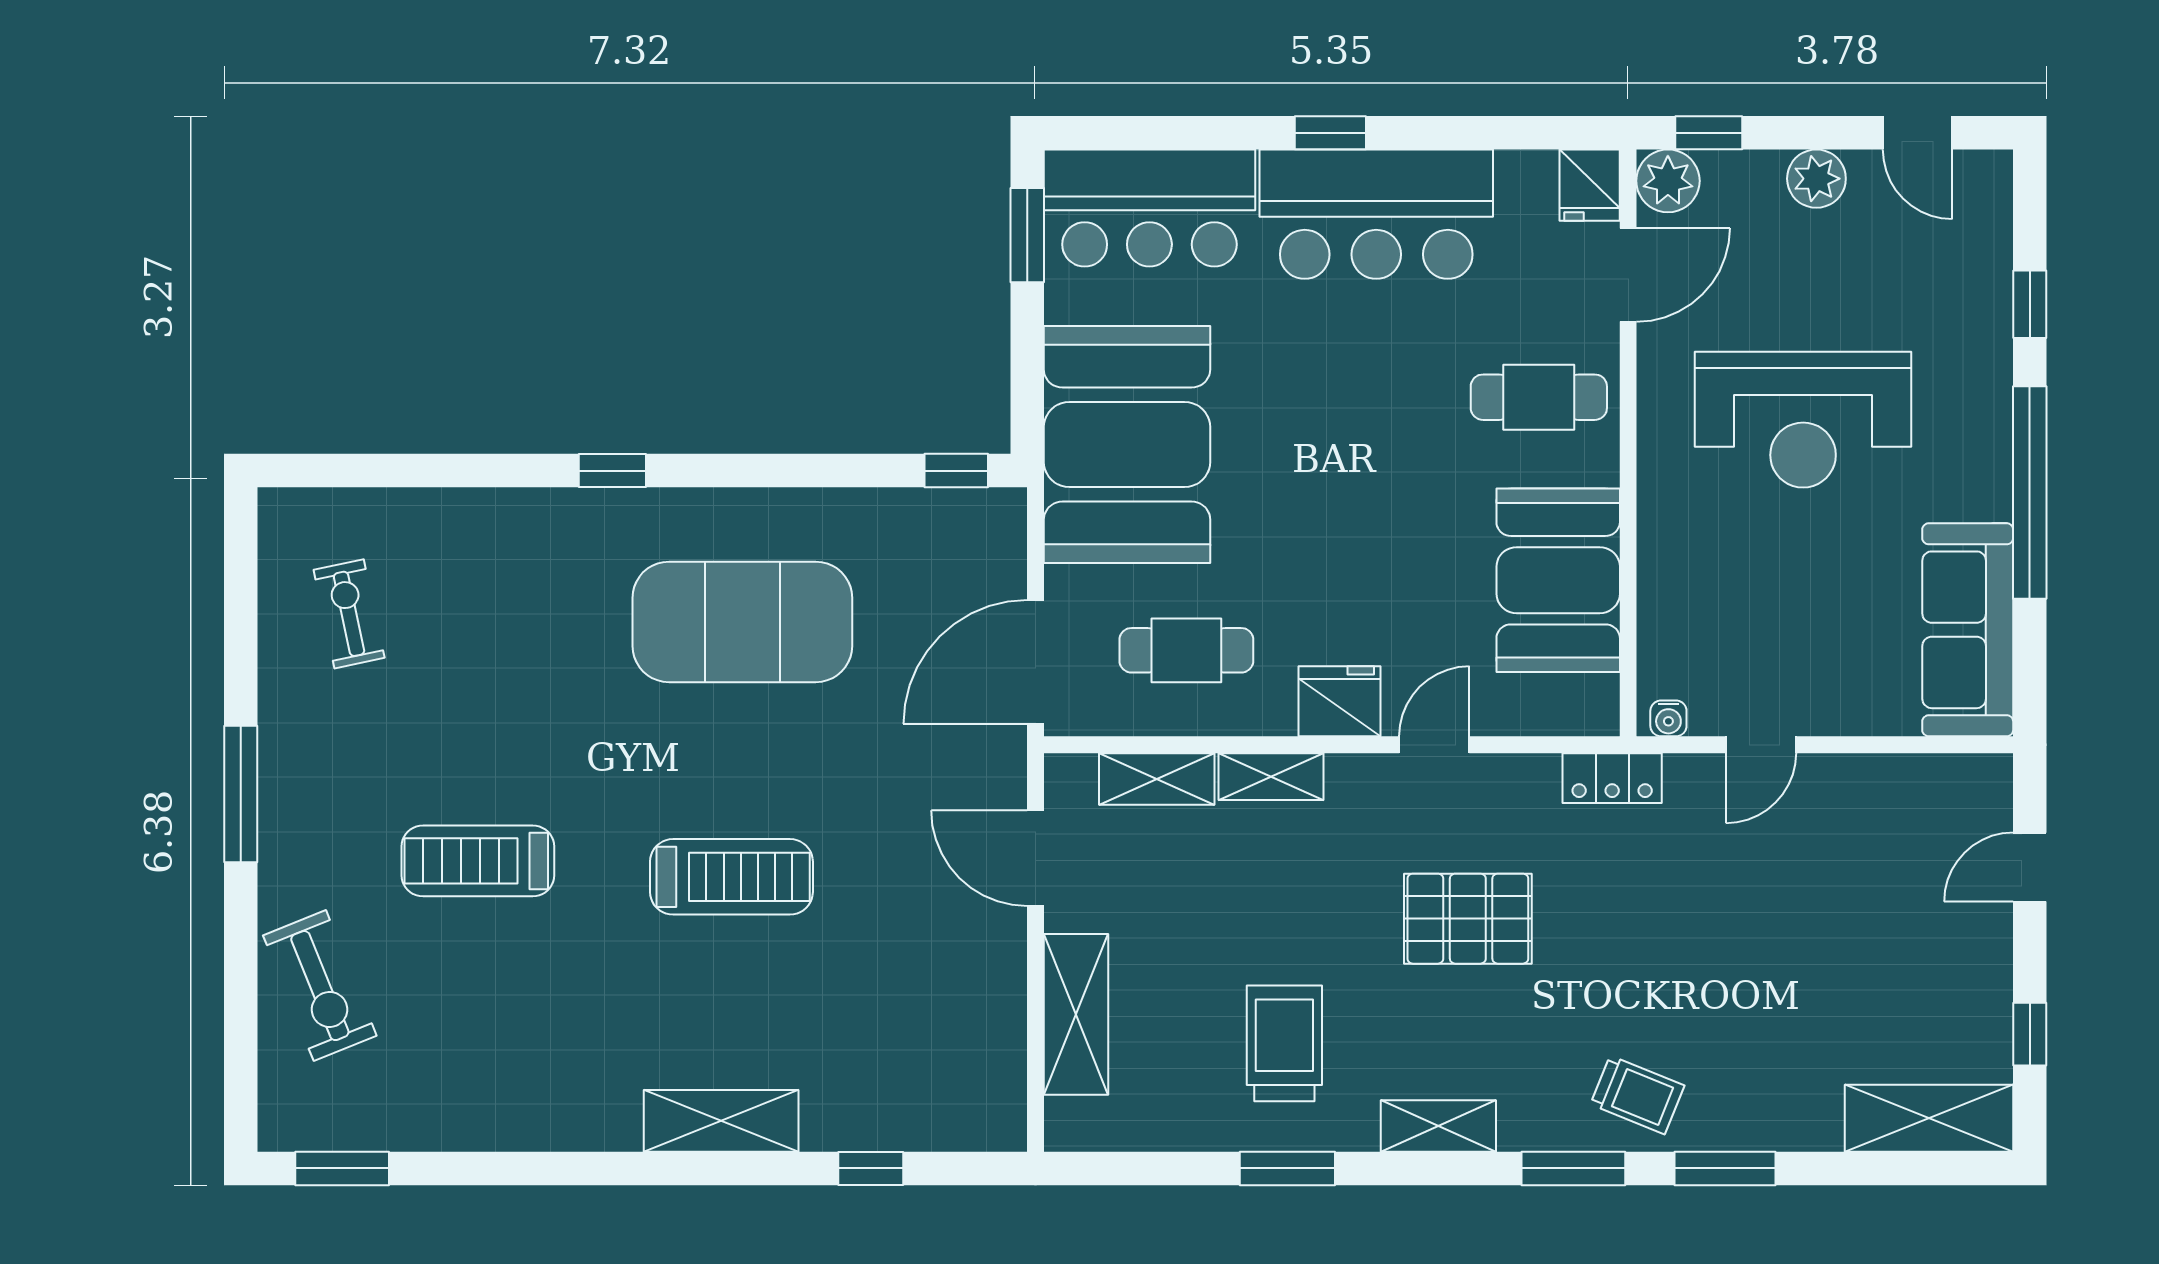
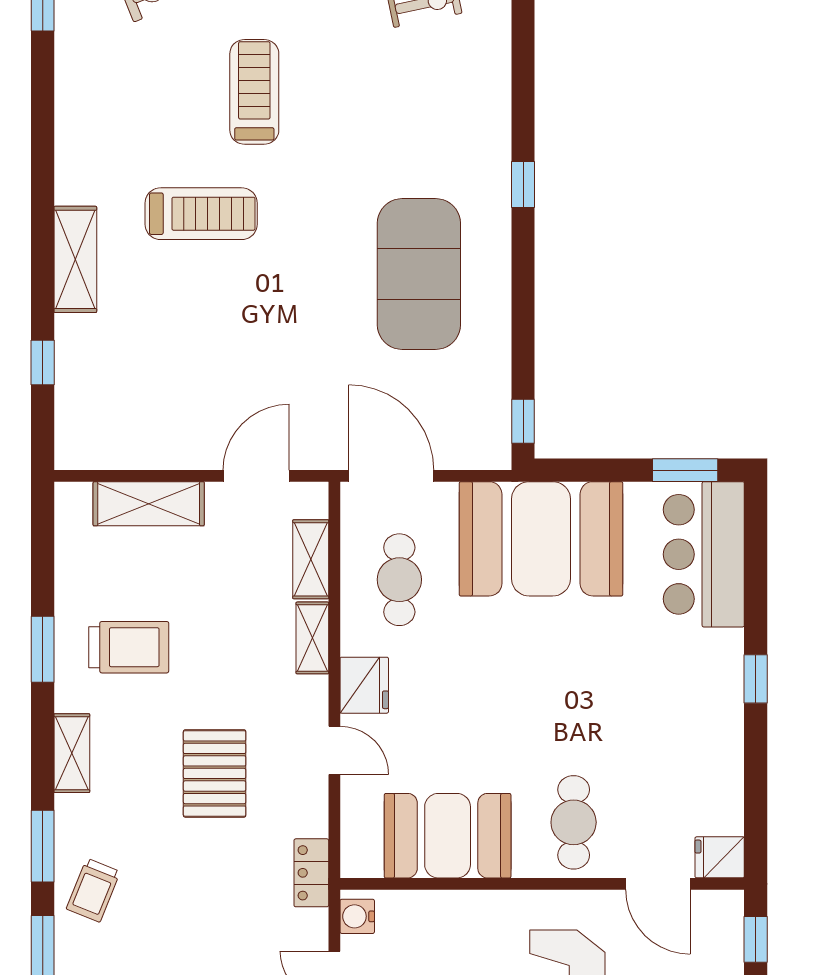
plant: (1668, 181) -> (722, 911), removed
bar counter: (1376, 214) -> (700, 710), removed
water cooler: (1668, 718) -> (357, 916), width x1.38, depth x1.38
treadmill: (731, 877) -> (201, 214), moved, turned -90

